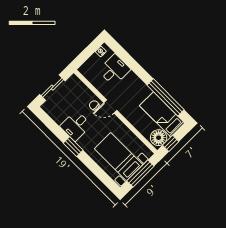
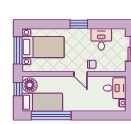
desk: (114, 70) -> (115, 88), moved, turned -90
door: (110, 106) -> (81, 74), swing flipped
desk: (76, 126) -> (101, 39), moved

